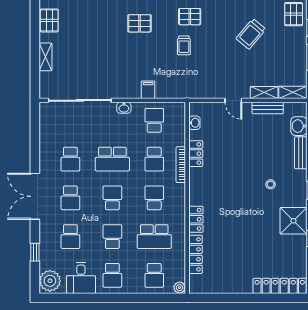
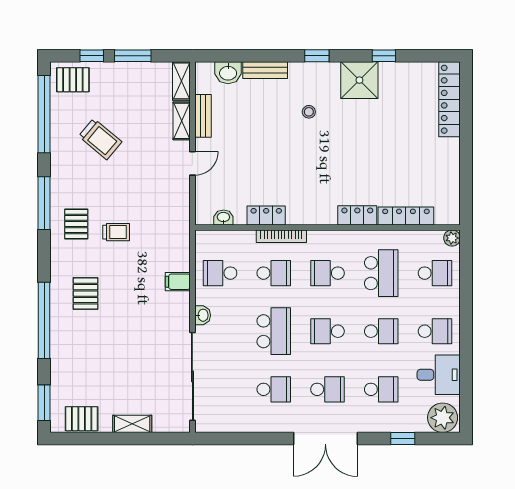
school desk: (112, 237) -> (381, 331), turned 180

